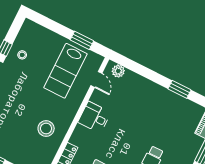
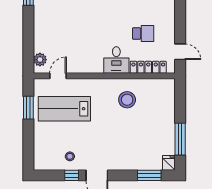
lab bench: (65, 71) -> (64, 109), turned 180
desk: (94, 117) -> (116, 60), moved

